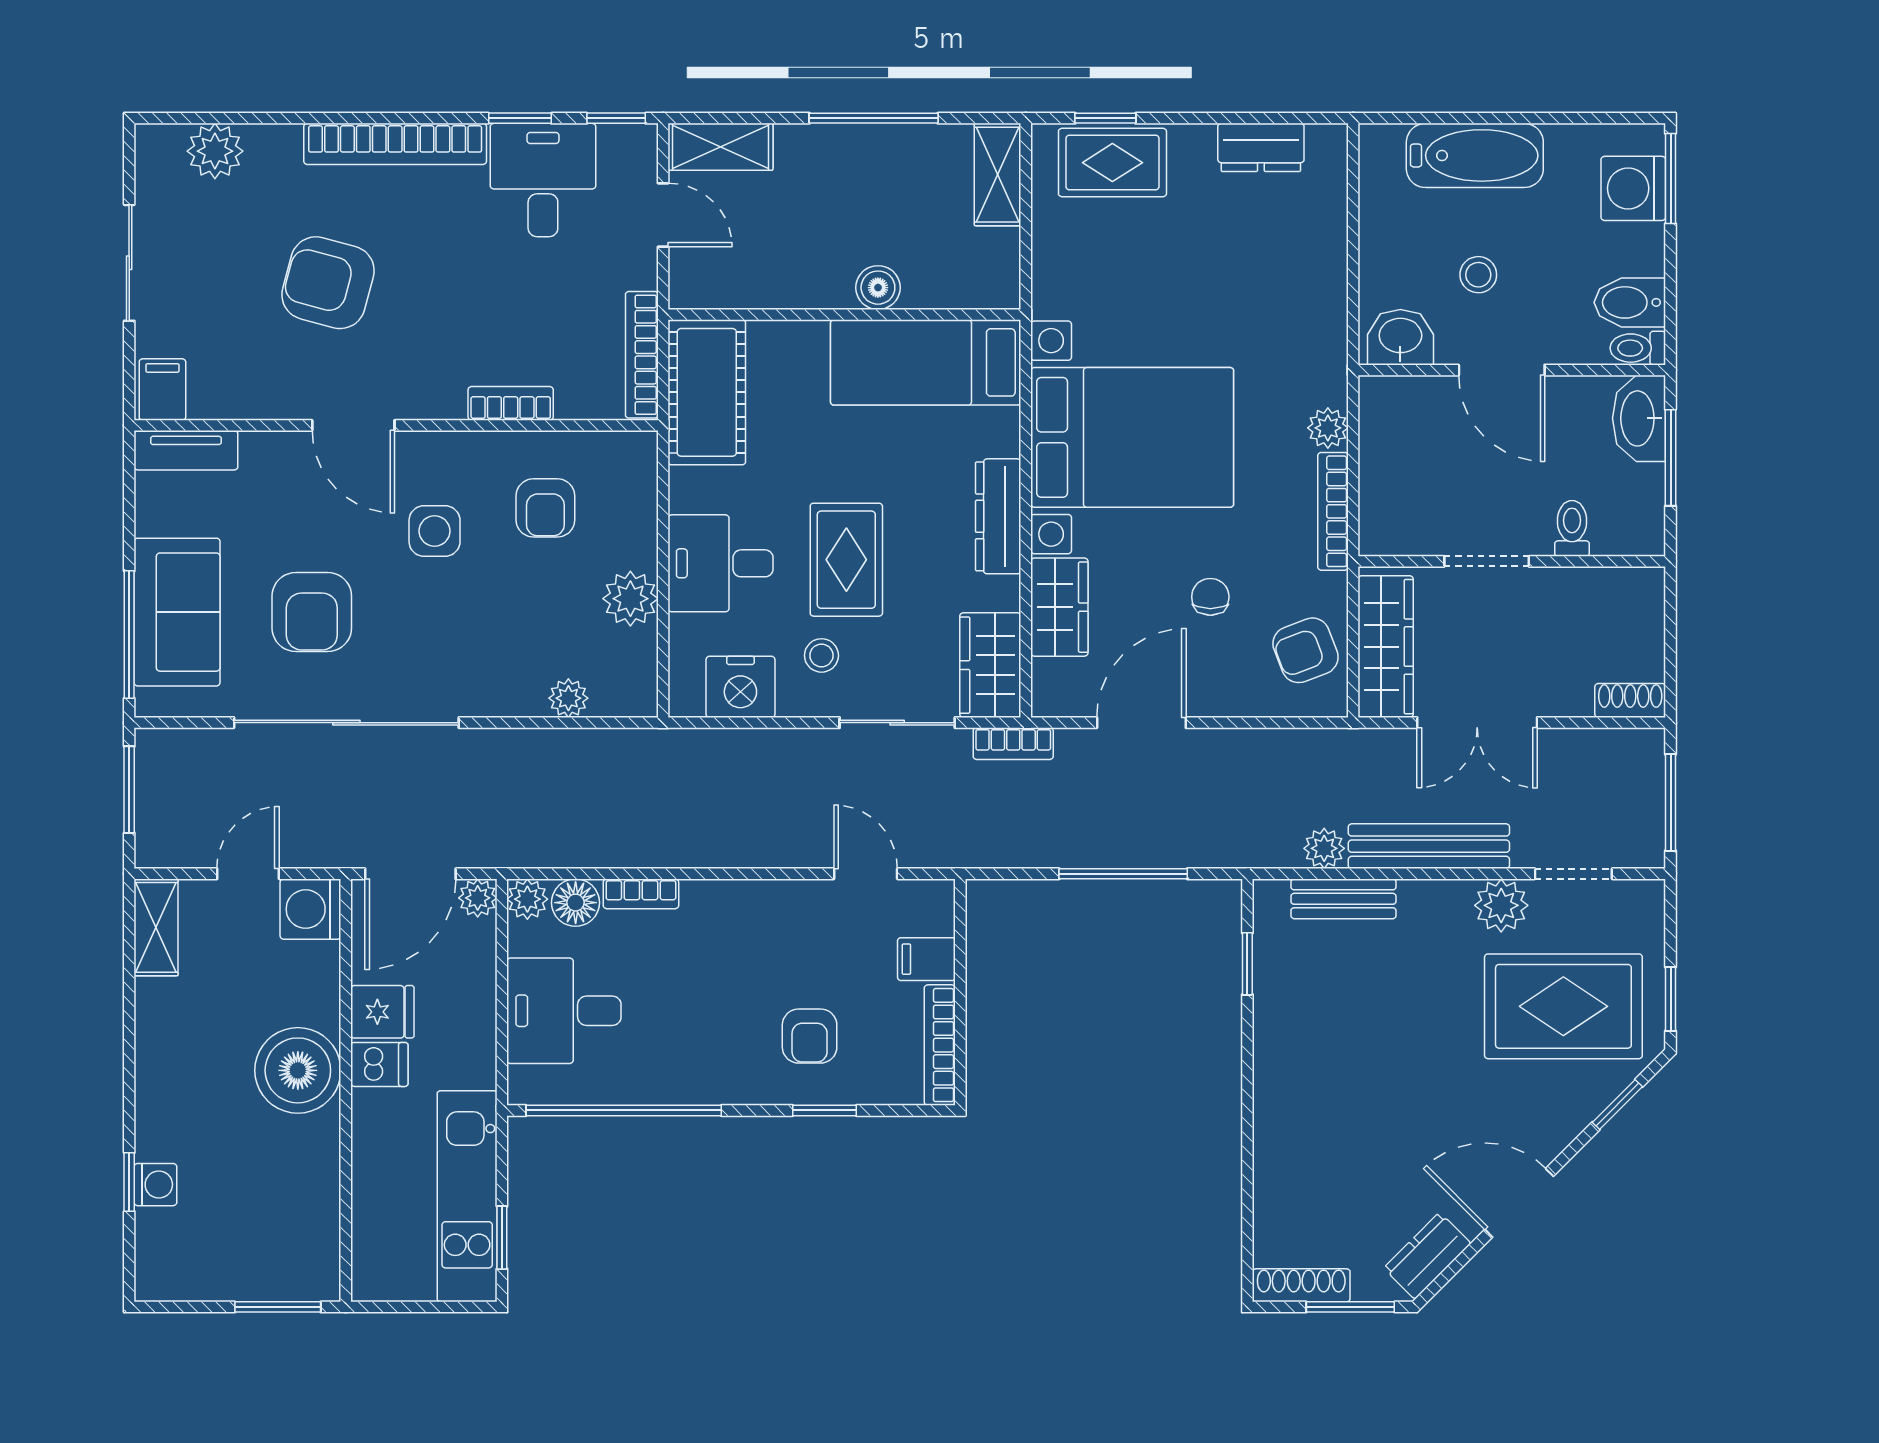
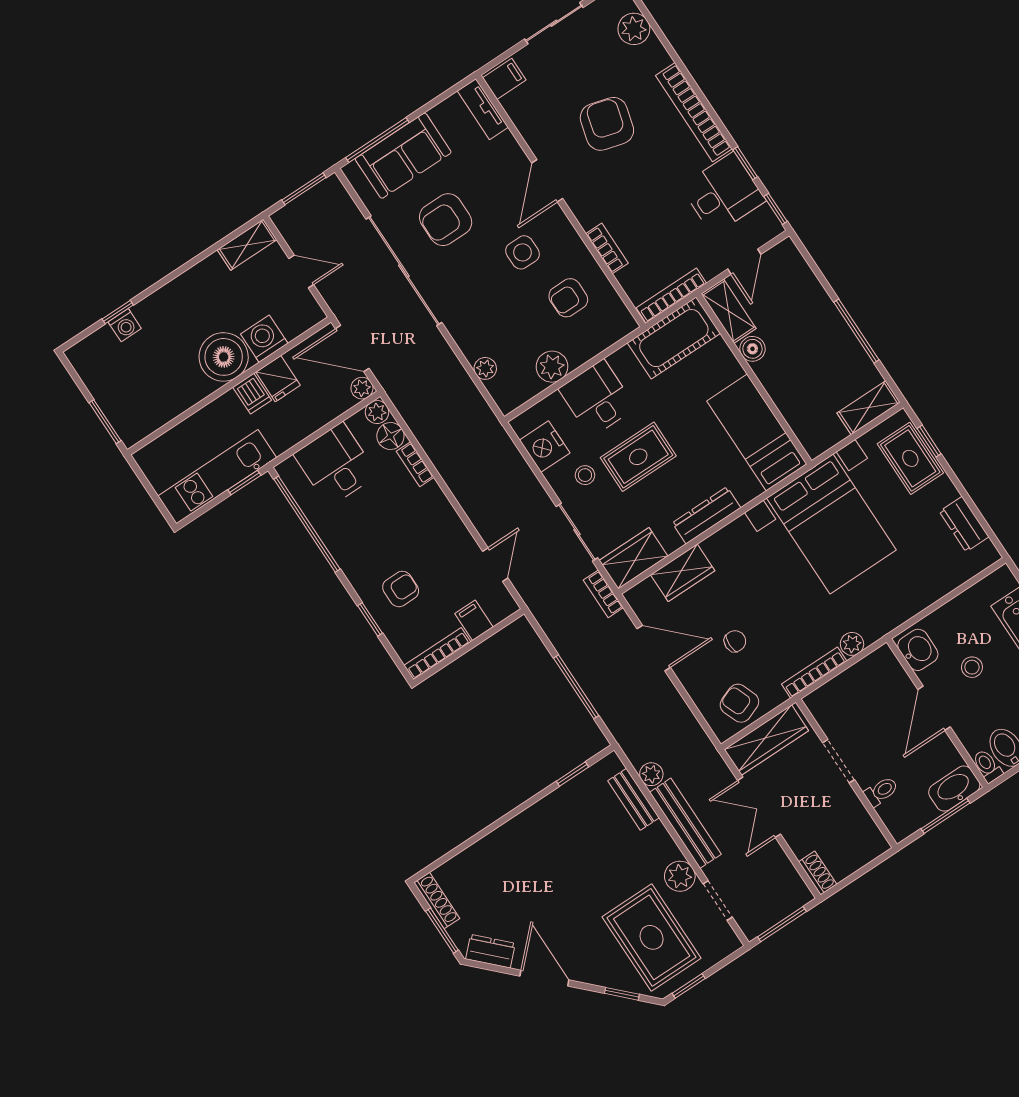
shelving: (720, 147) -> (729, 311), moved
boiler: (878, 288) -> (752, 349), moved
bed with nightstands: (1132, 437) -> (831, 524), moved
washing machine: (310, 909) -> (264, 339), moved
armchair: (810, 1036) -> (401, 589), turned 180
window: (502, 1238) -> (244, 482), moved

